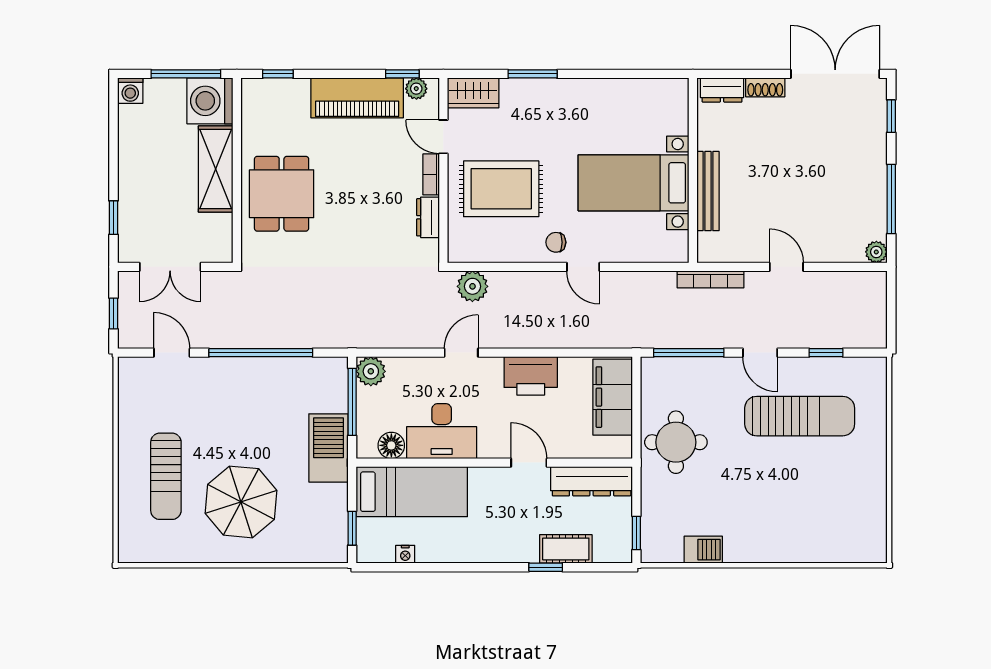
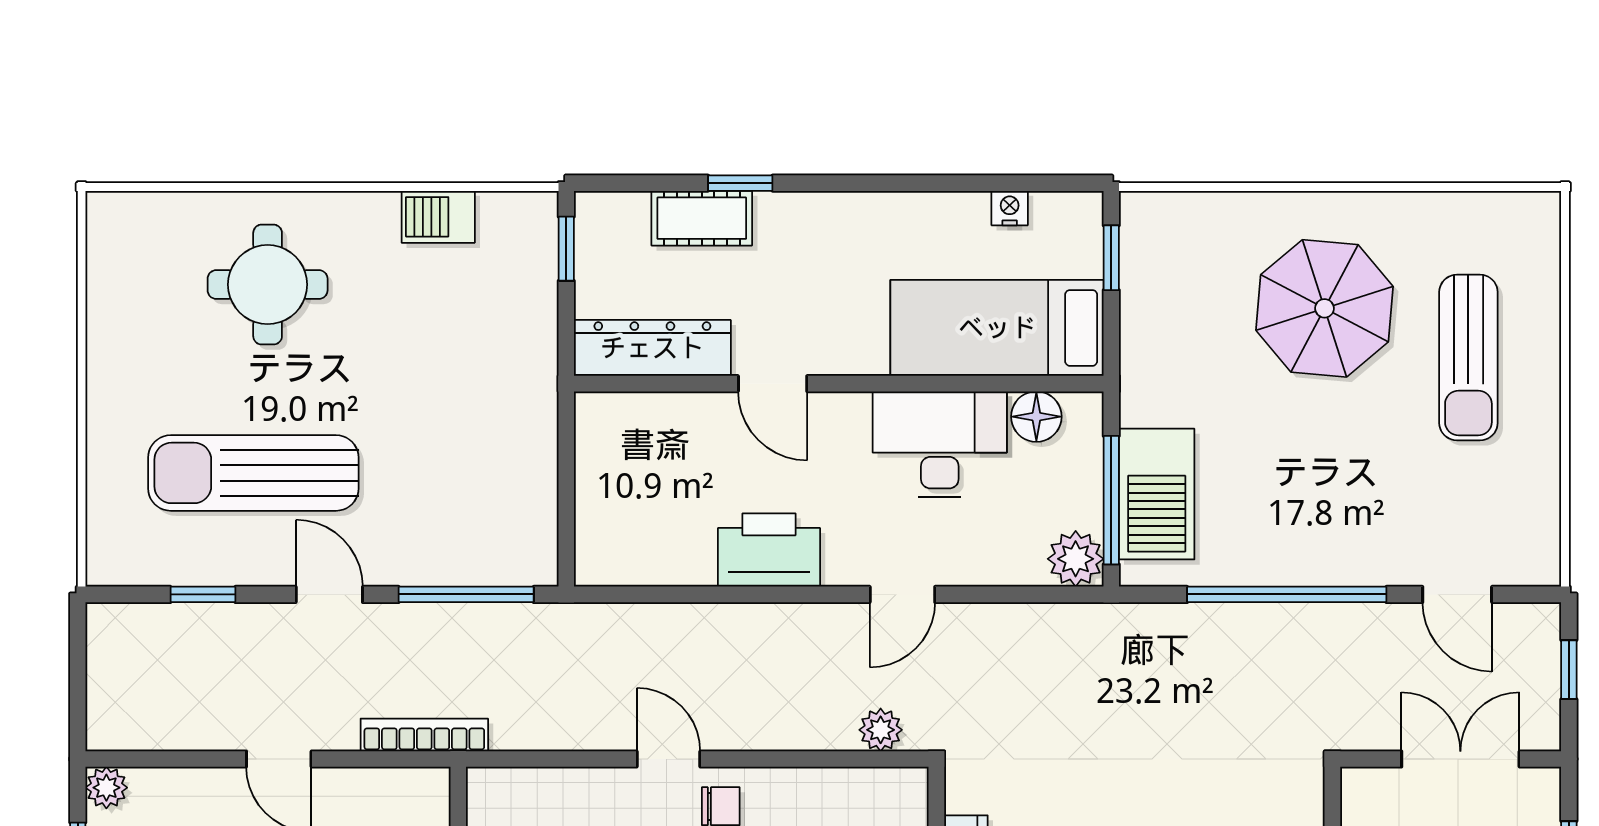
plant: (472, 286) -> (881, 730), width x0.73, depth x0.73
filing cabinet: (613, 397) -> (612, 509), removed
round table: (676, 442) -> (268, 285), moved
barbecue: (329, 448) -> (1157, 494), moved
sun lounger: (166, 476) -> (1468, 358), turned 180

